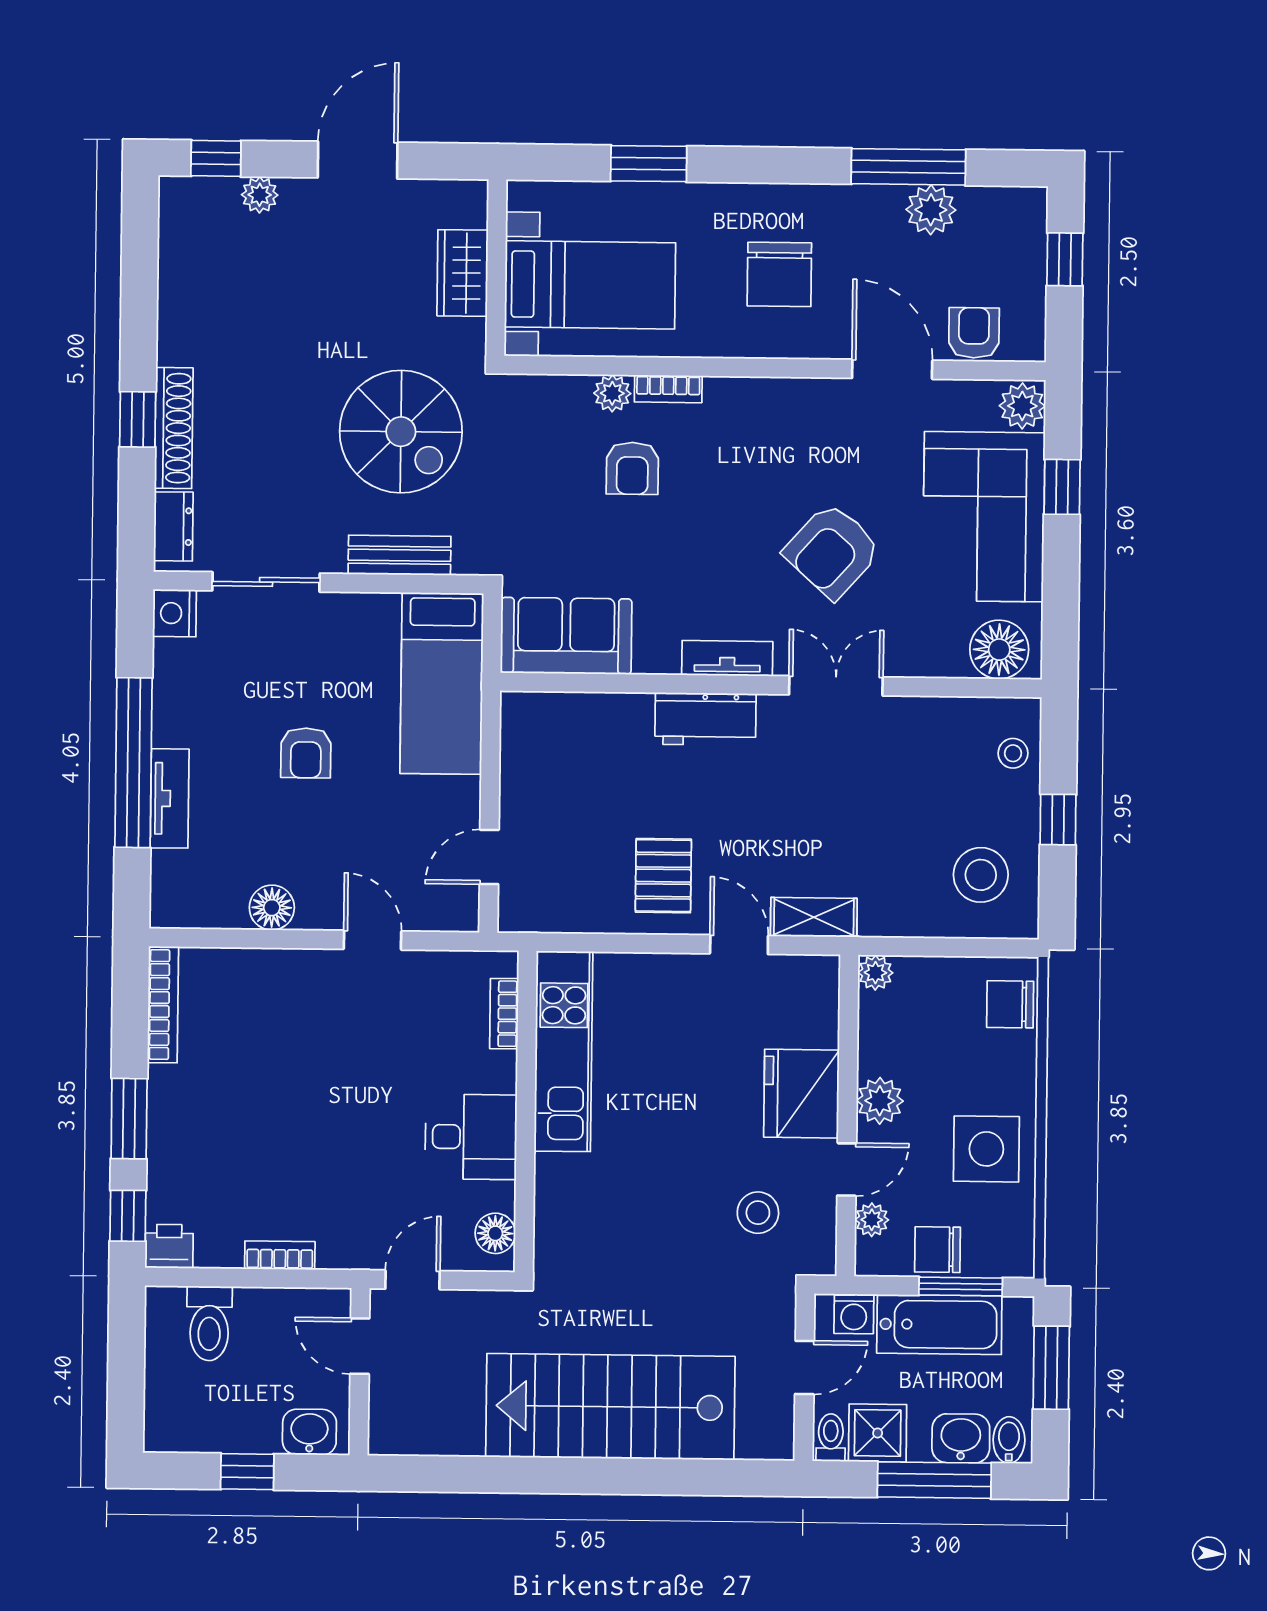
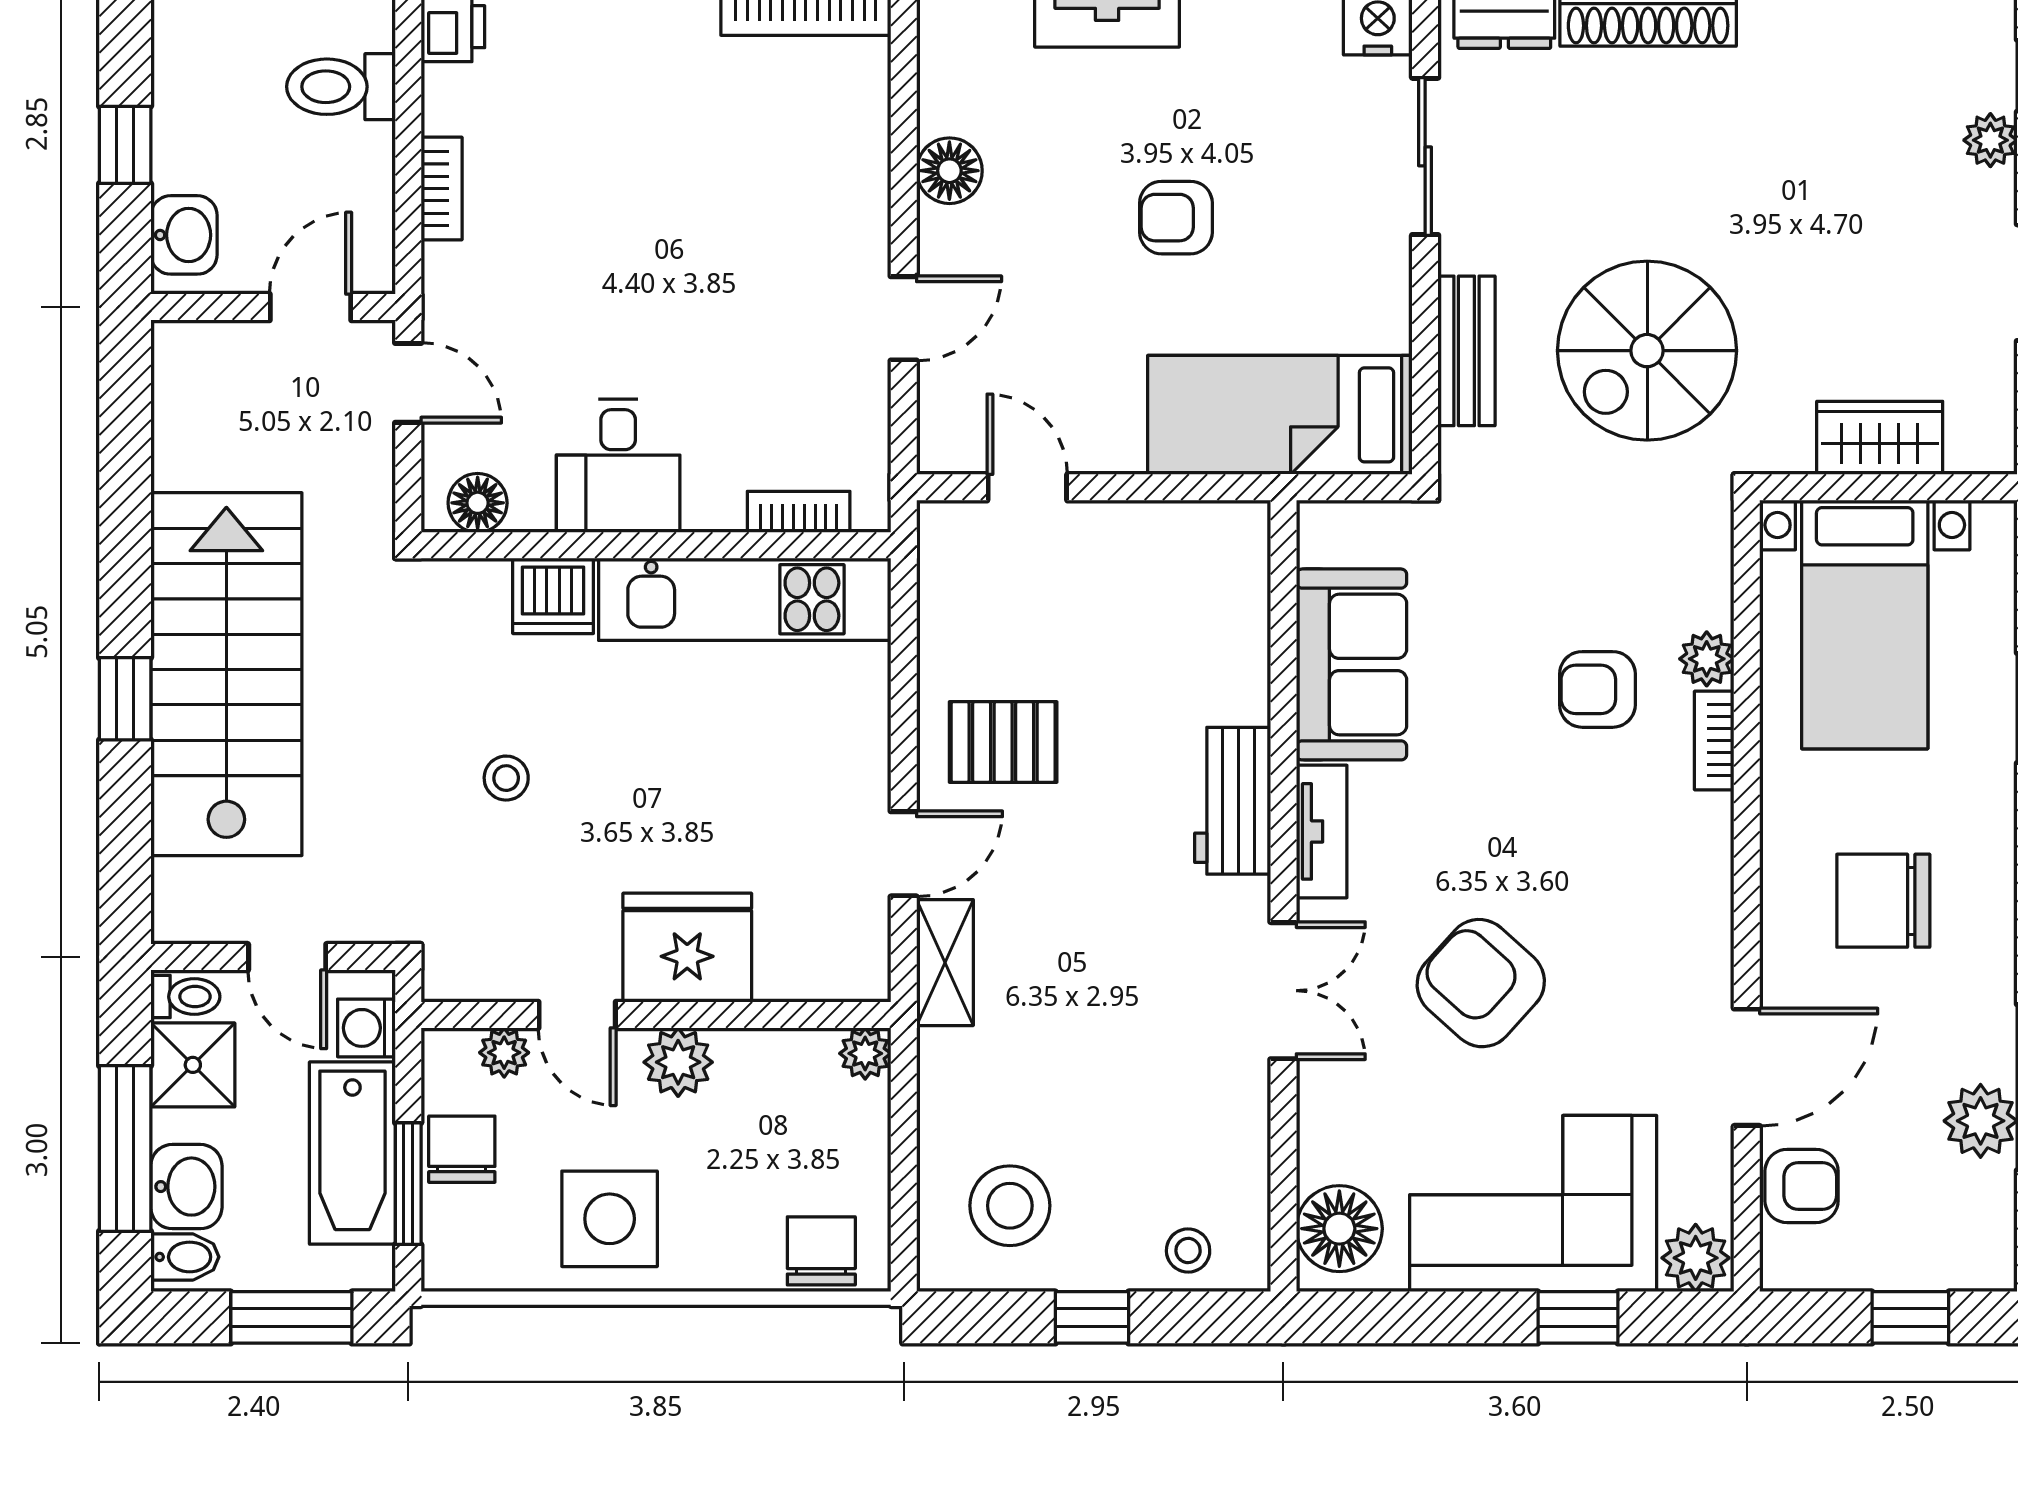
sofa: (566, 636) -> (1352, 664), moved
dishwasher: (560, 1182) -> (553, 596), added
stool: (758, 1213) -> (506, 778), moved, width x0.73, depth x0.73
window: (626, 1476) -> (125, 699), added

